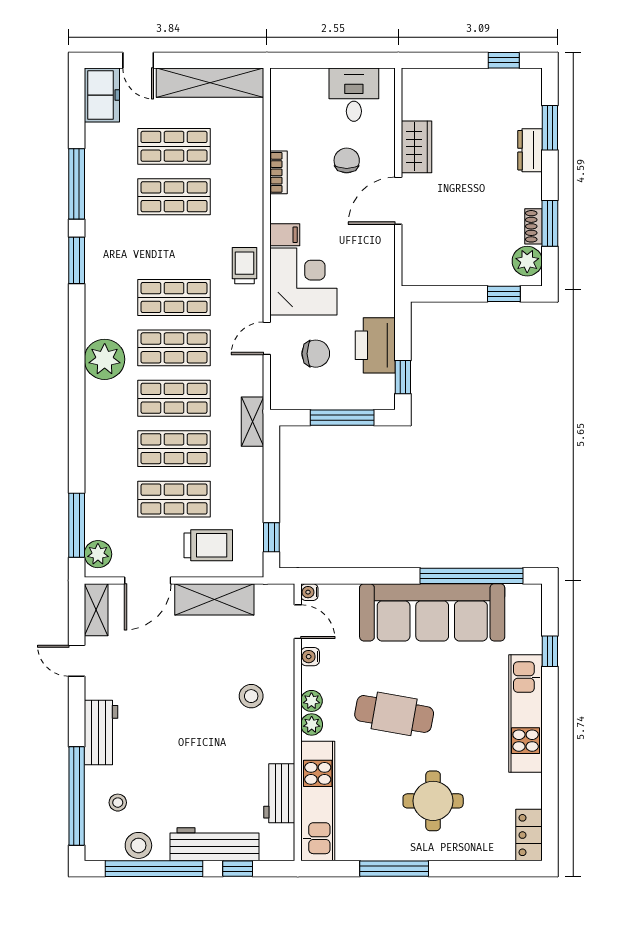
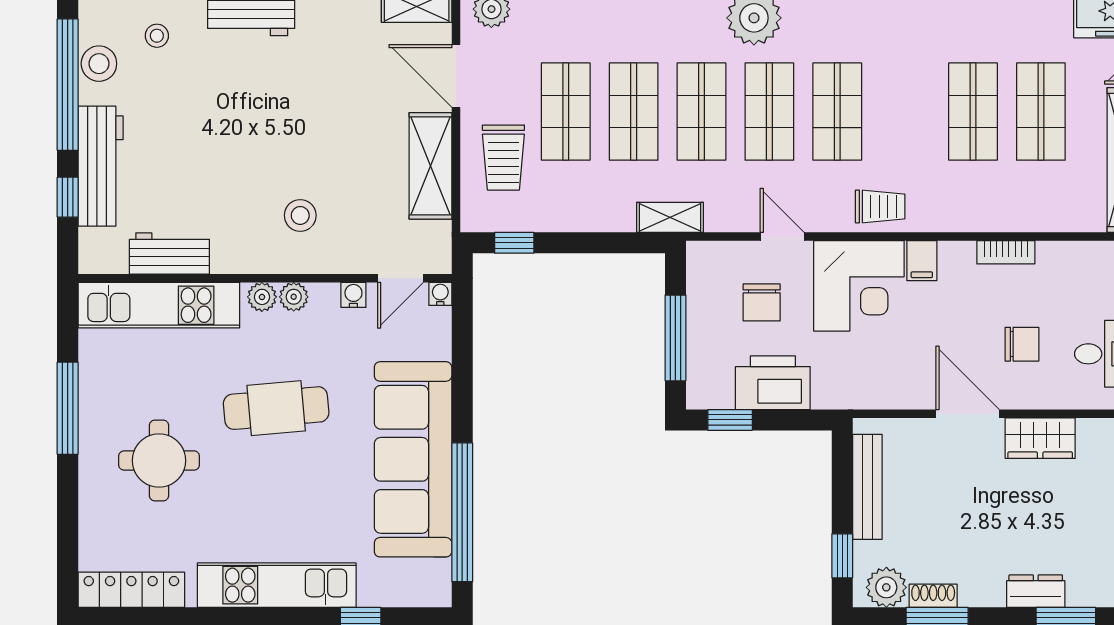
bench: (453, 275) -> (867, 487), added
cafe table: (394, 714) -> (276, 408), turned 75
locker: (529, 835) -> (131, 590), width x1.53

